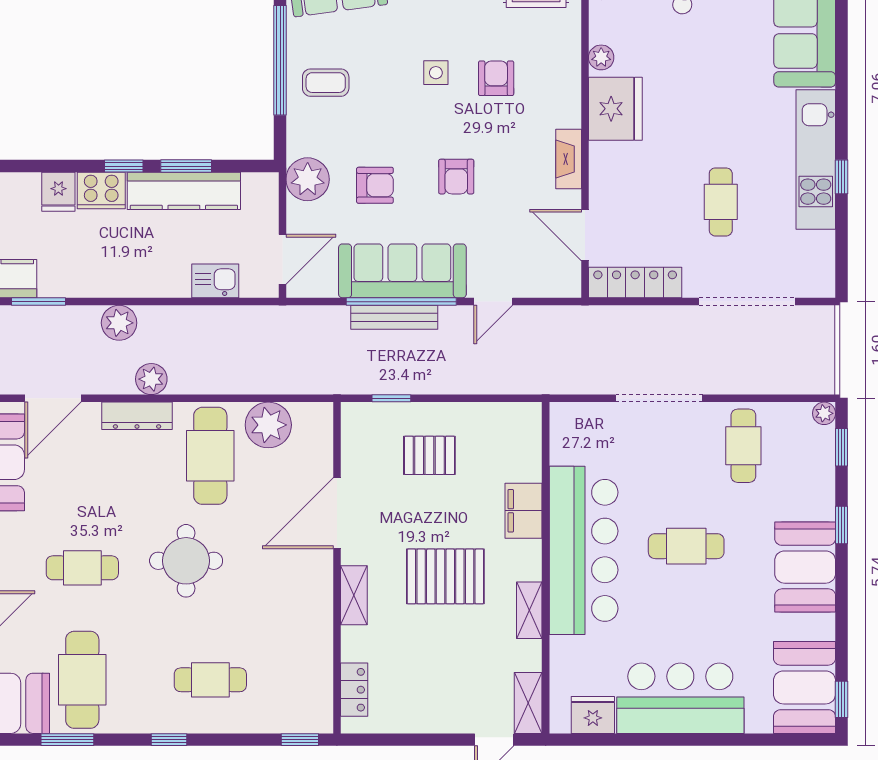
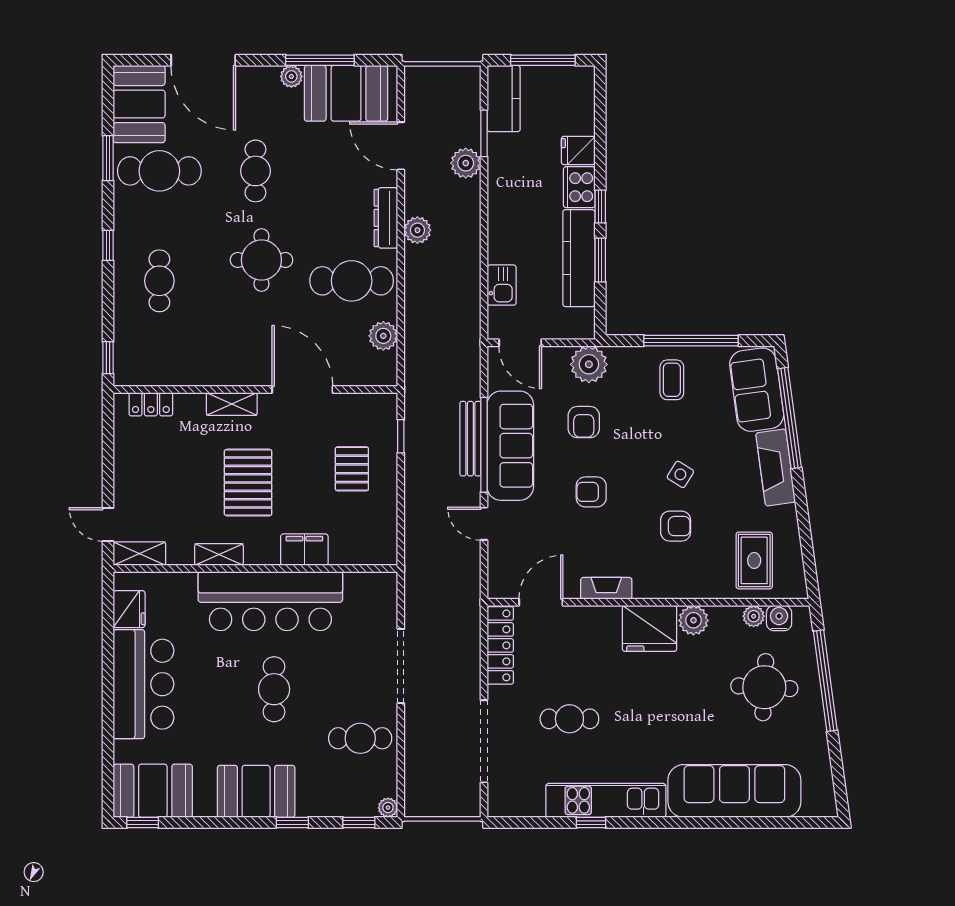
plant: (601, 57) -> (693, 620), width x1.38, depth x1.38
side table: (436, 73) -> (680, 474), turned 32
plant: (119, 323) -> (466, 163), moved
plant: (268, 425) -> (383, 336), width x0.73, depth x0.73

